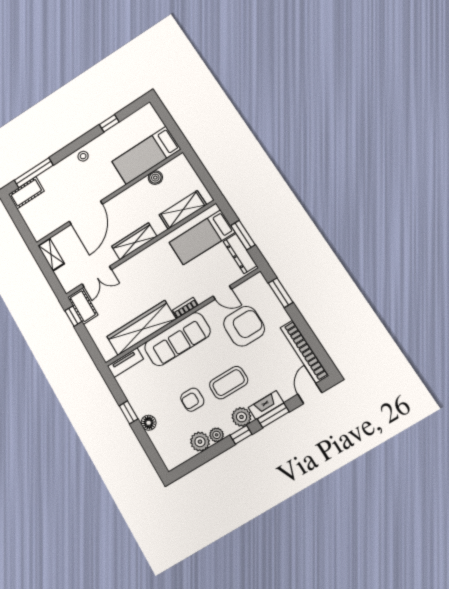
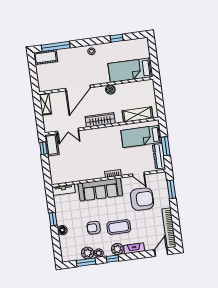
boiler: (155, 178) -> (110, 89), moved
wardrobe: (141, 328) -> (82, 174), removed
window: (273, 415) -> (86, 262), moved

